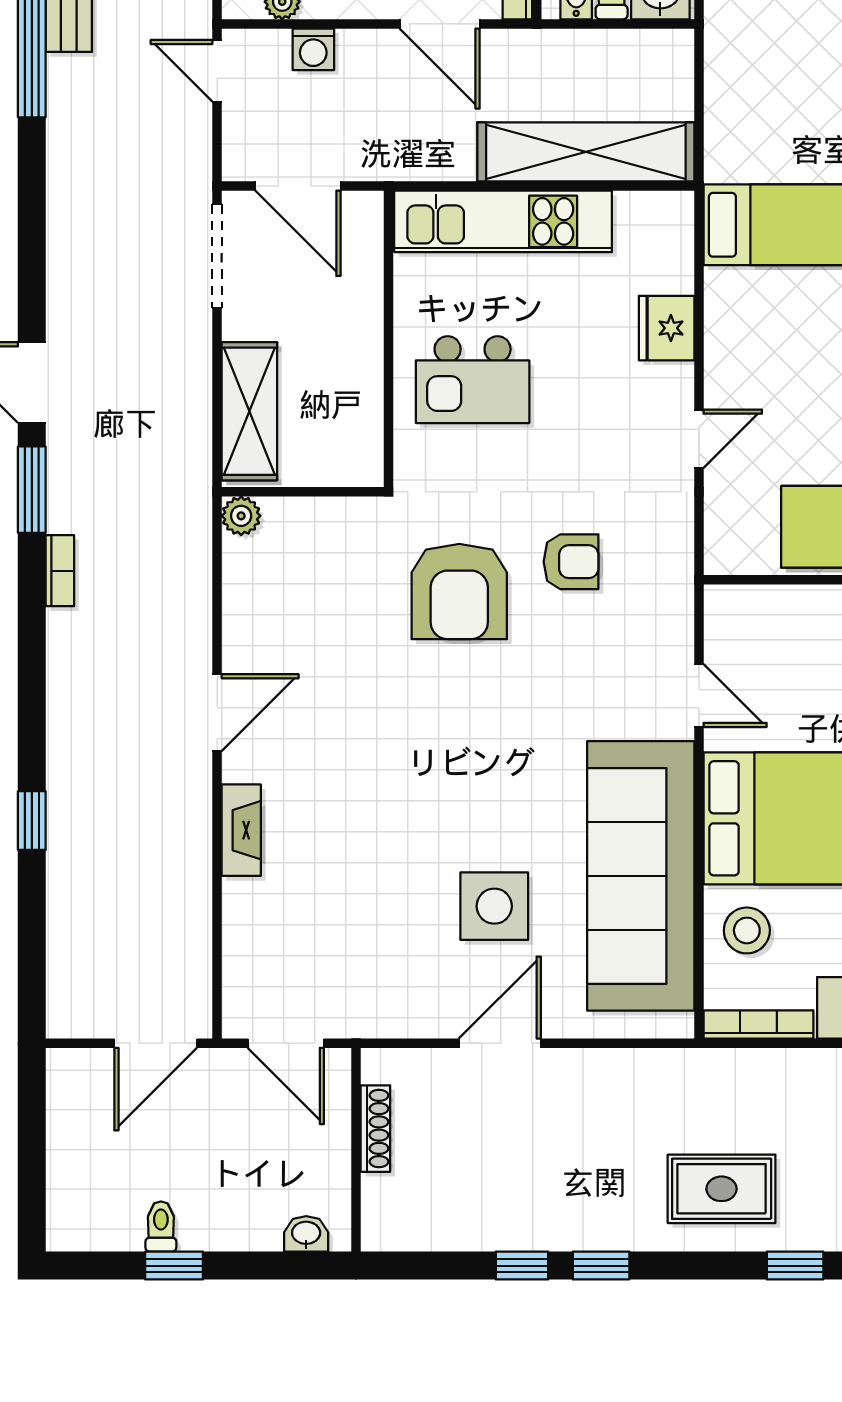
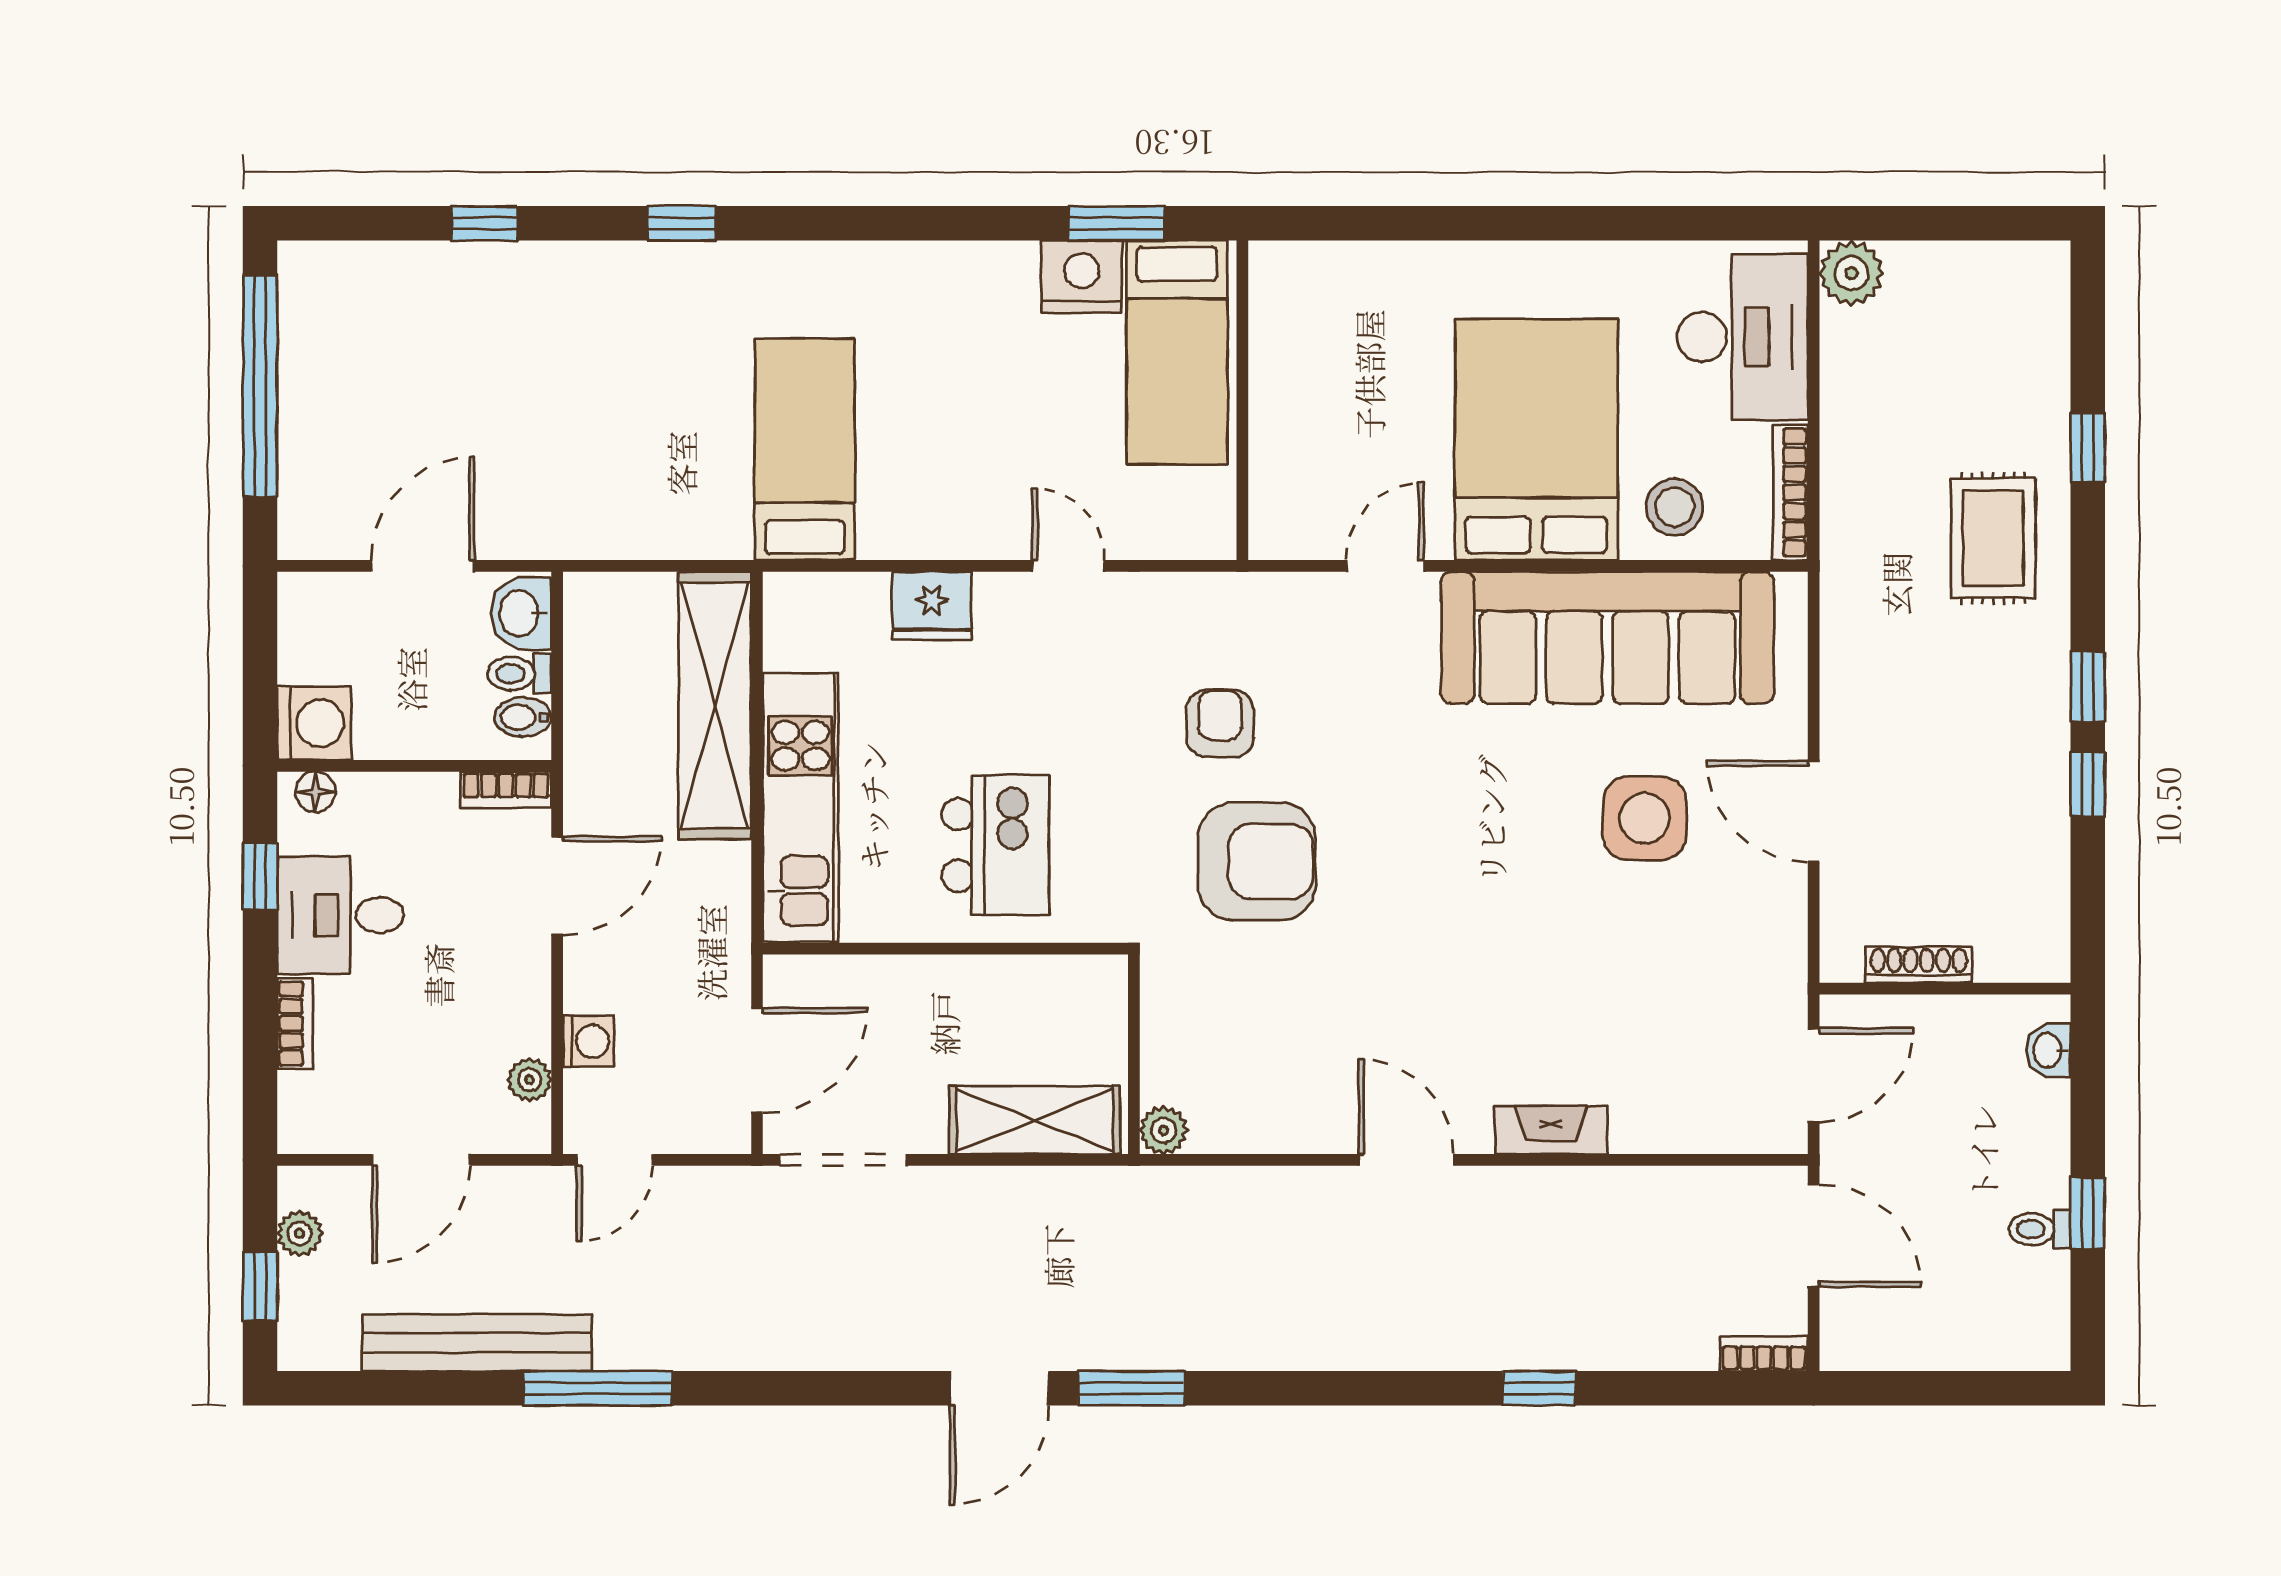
bookcase: (60, 571) -> (1764, 1354), moved

